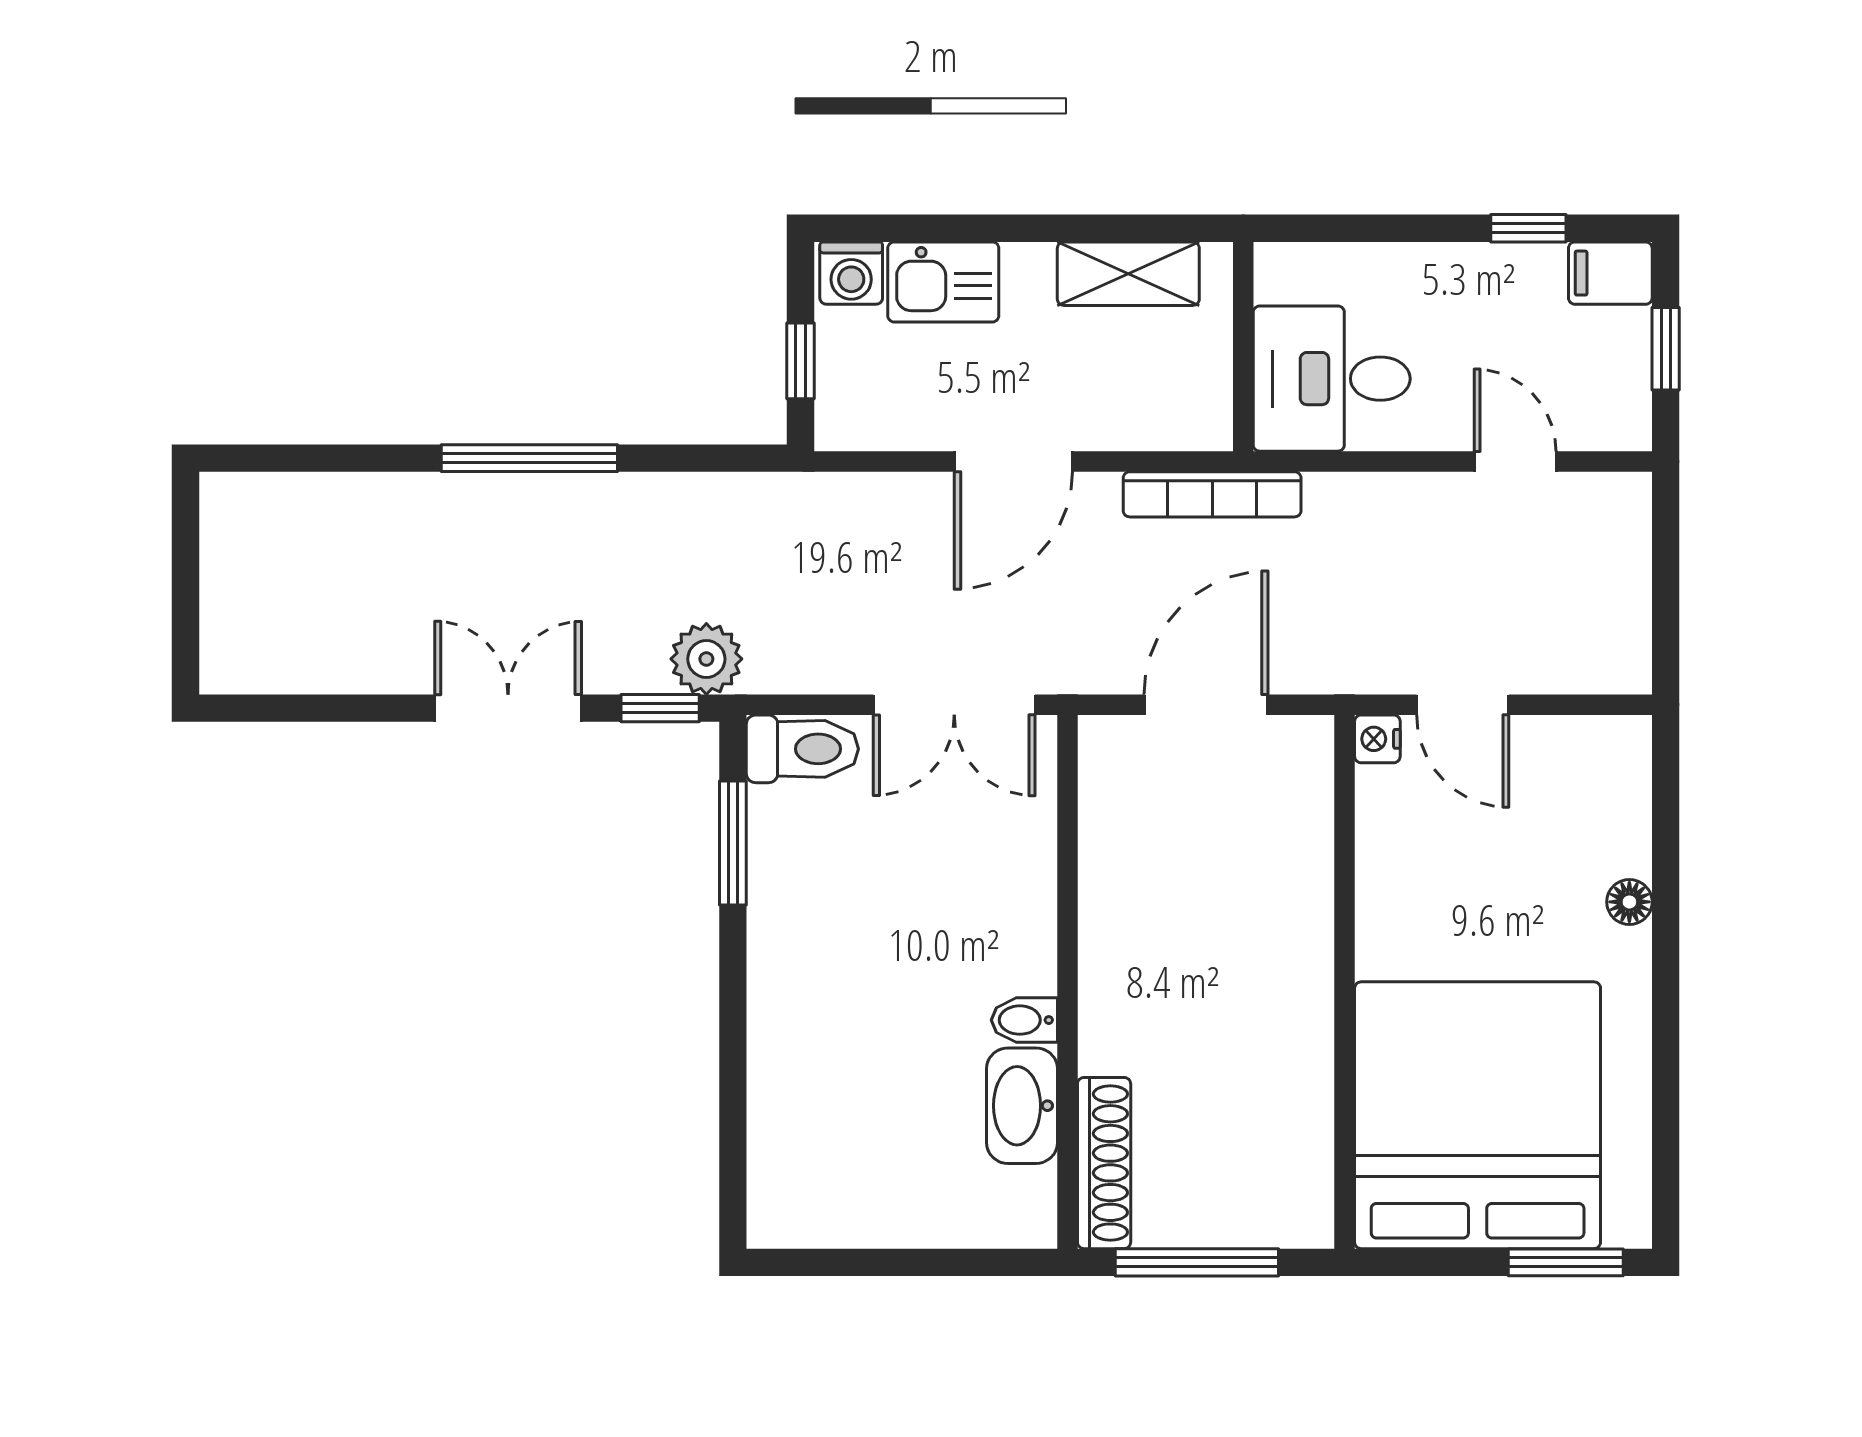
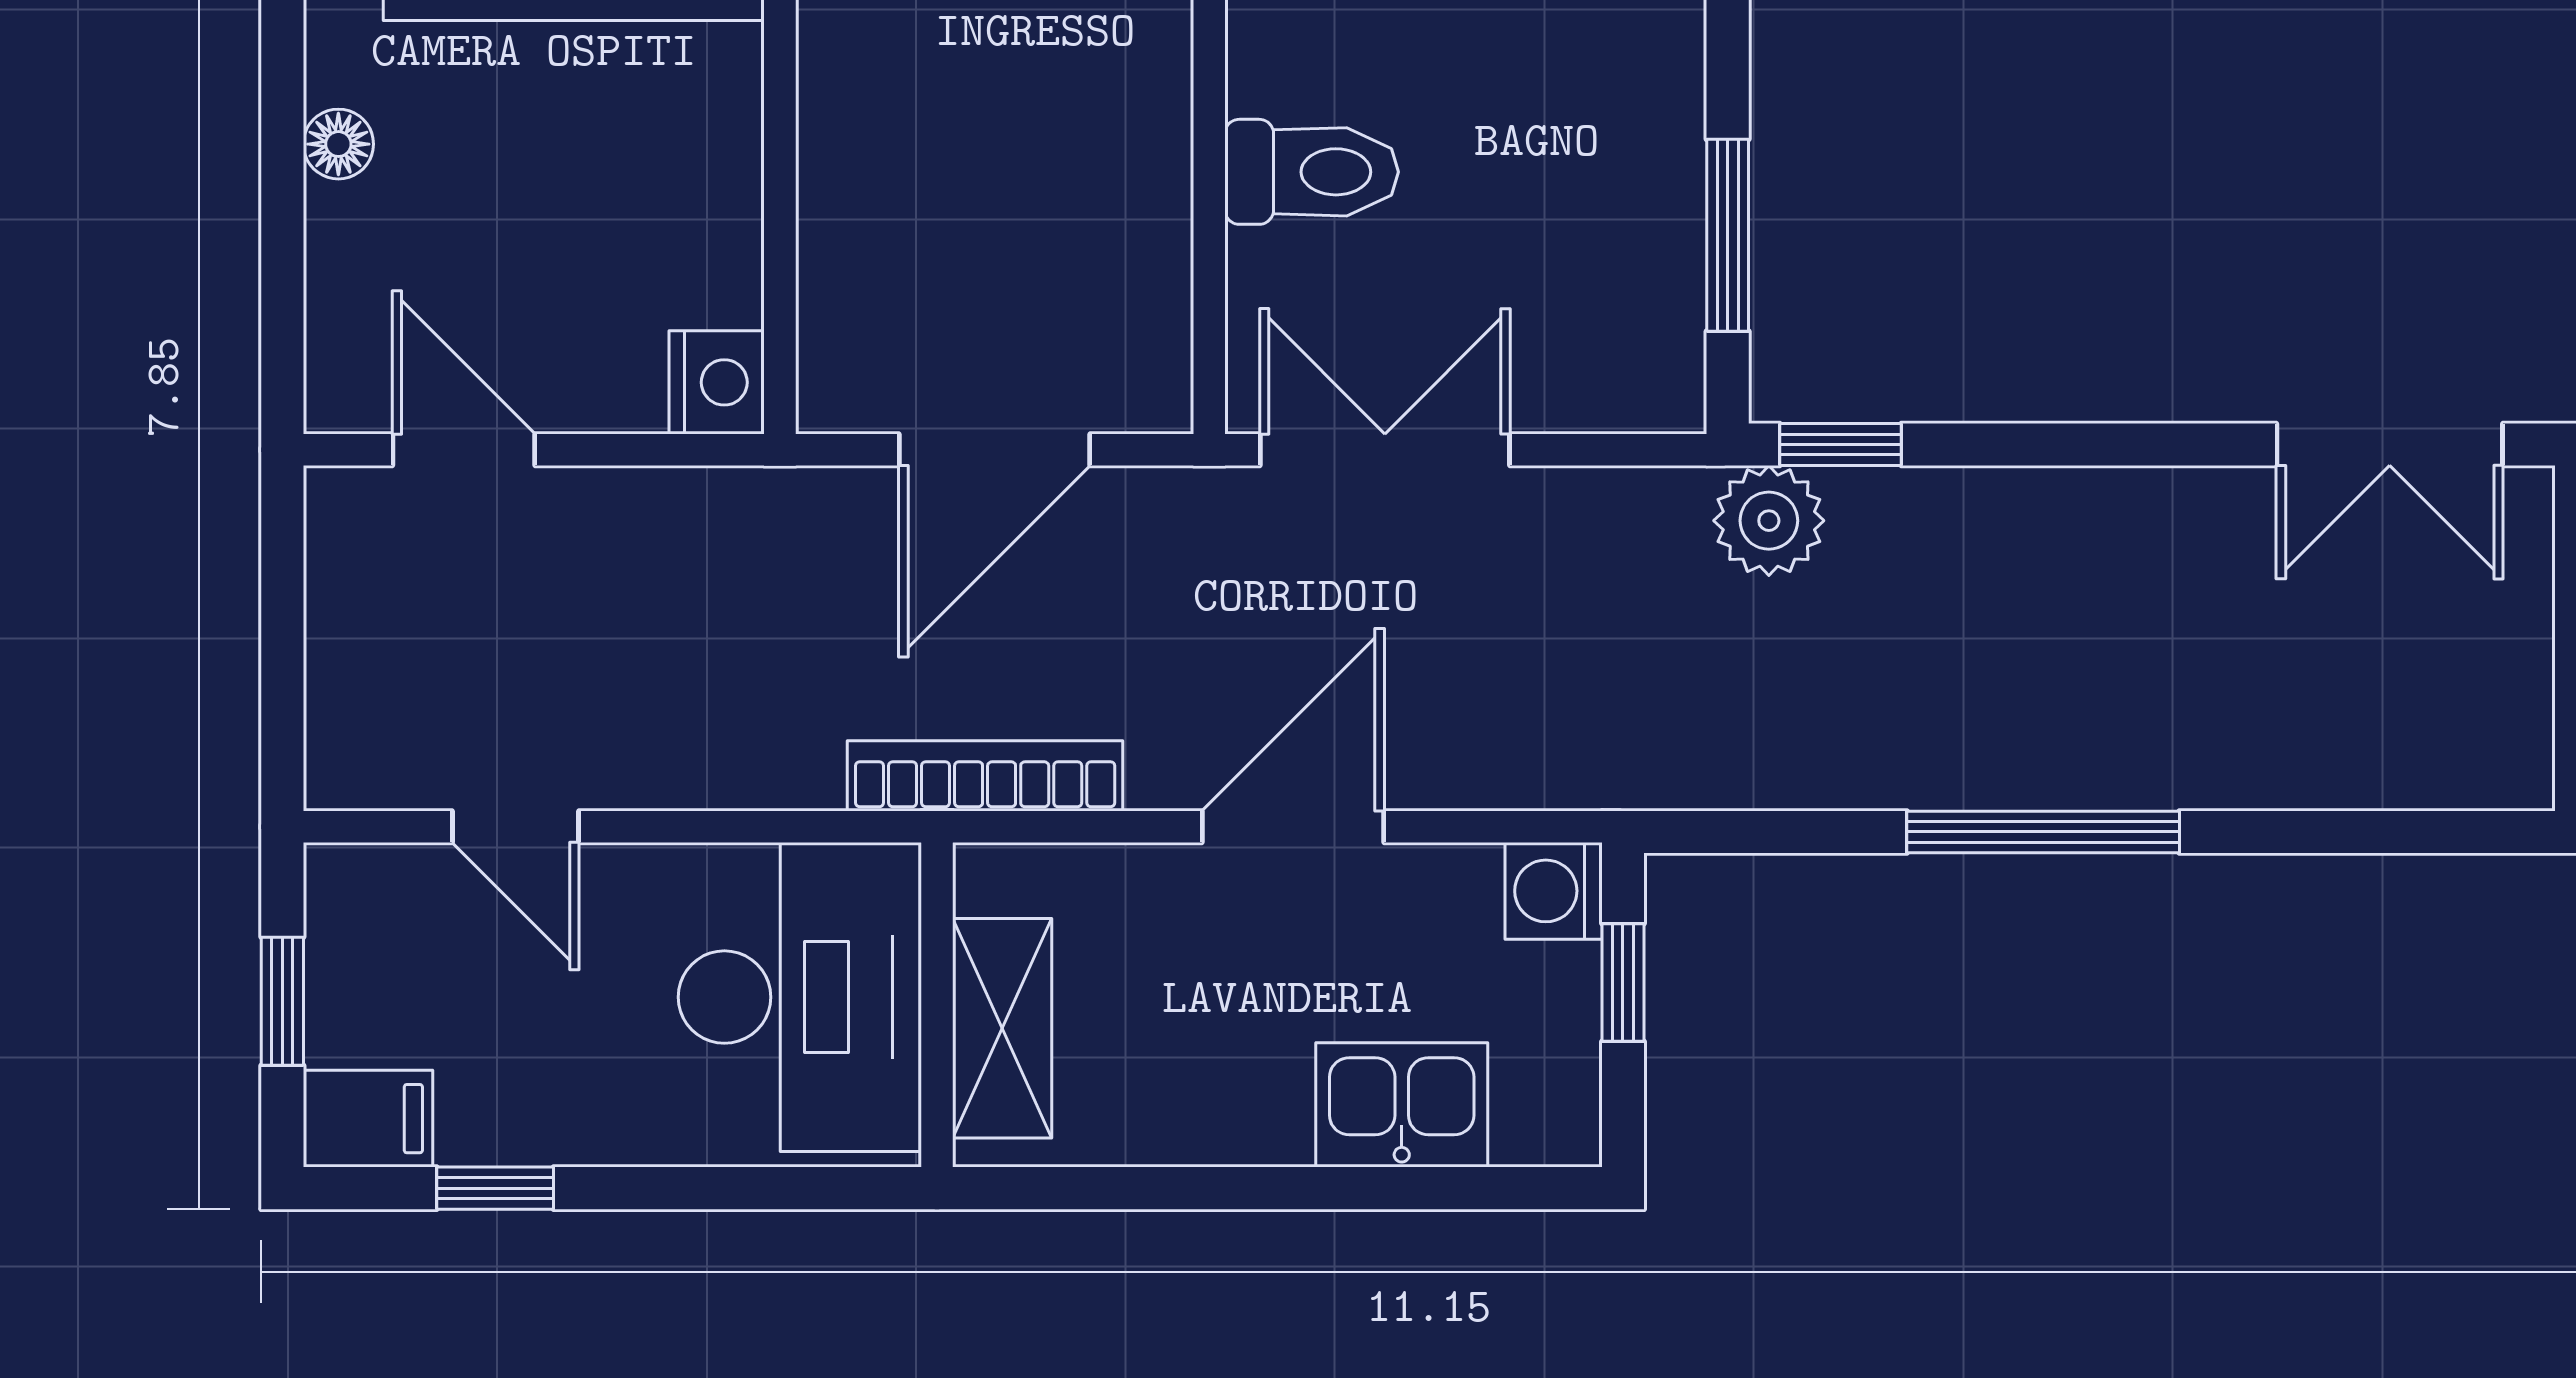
washing machine: (851, 273) -> (1554, 891), moved, turned -90
shelving: (1128, 274) -> (1002, 1028), moved, turned 90
desk: (1332, 379) -> (800, 997), width x1.37
door: (1463, 705) -> (464, 450), moved
double door: (508, 708) -> (2390, 444), moved
nightstand: (1377, 739) -> (717, 382), width x1.39, depth x1.35
toilet: (802, 749) -> (1312, 172), moved, turned 180

